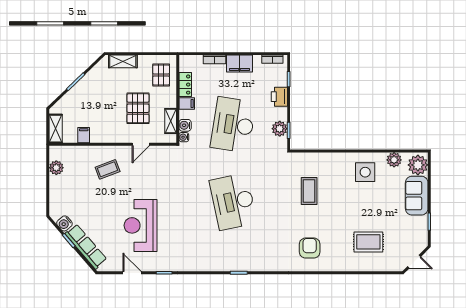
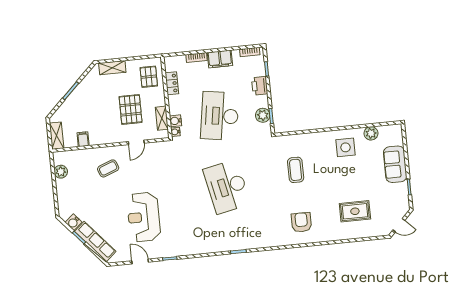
filing cabinet: (187, 104) -> (175, 101), removed
plant: (418, 165) -> (393, 136), removed

